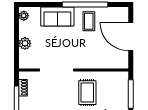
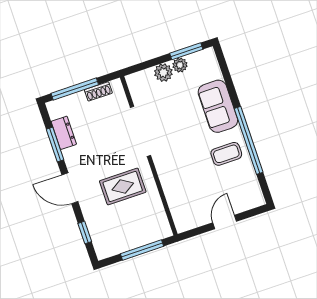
plant: (24, 16) -> (180, 65), moved
window: (17, 25) -> (186, 51), added
door: (131, 37) -> (225, 222), width x0.53

